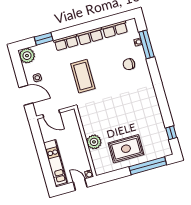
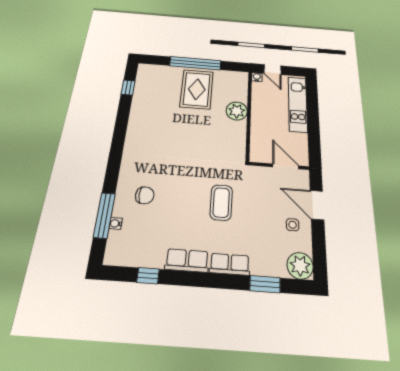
window: (108, 21) -> (148, 276), added
row of seats: (115, 29) -> (143, 257), removed
coffee table: (83, 76) -> (221, 202), width x0.73, depth x0.76
rug: (126, 149) -> (197, 89), turned 90
window: (148, 166) -> (195, 63), moved

